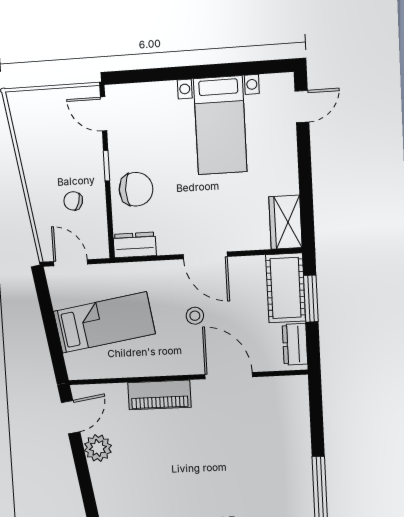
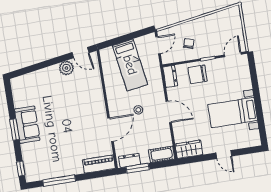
door: (302, 106) -> (224, 154), moved
chair: (136, 189) -> (198, 74), turned 90
door: (205, 255) -> (169, 112), swing flipped
cot: (286, 288) -> (162, 154), width x0.73, depth x0.75
window: (311, 299) -> (138, 168), moved
piano: (159, 395) -> (99, 164), moved, turned 90

